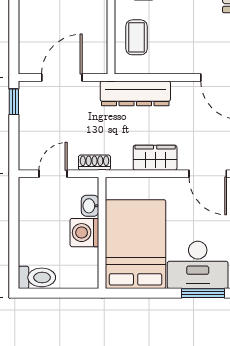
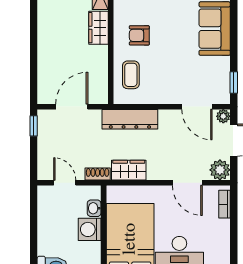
wardrobe: (155, 158) -> (129, 170), moved
door: (53, 174) -> (65, 183), hinge flipped

